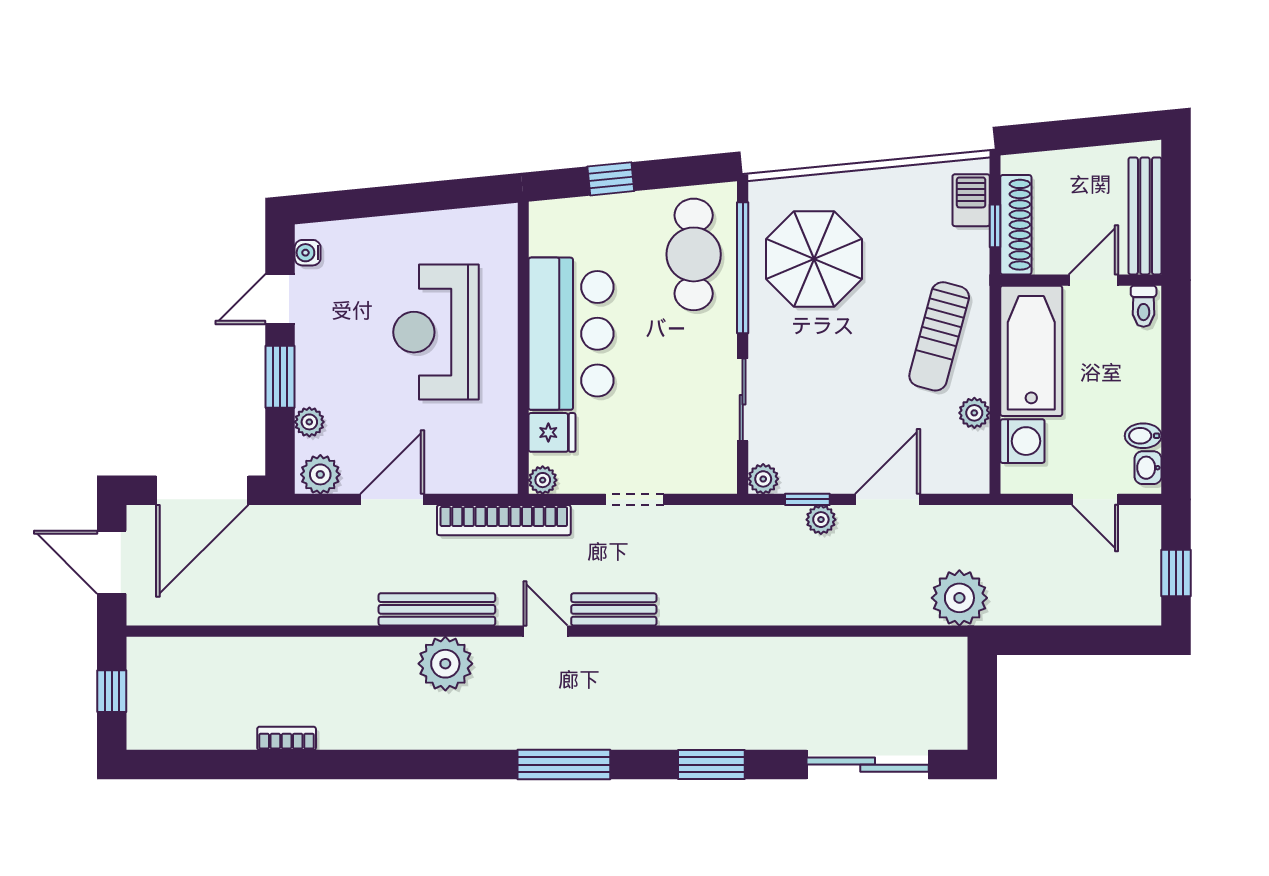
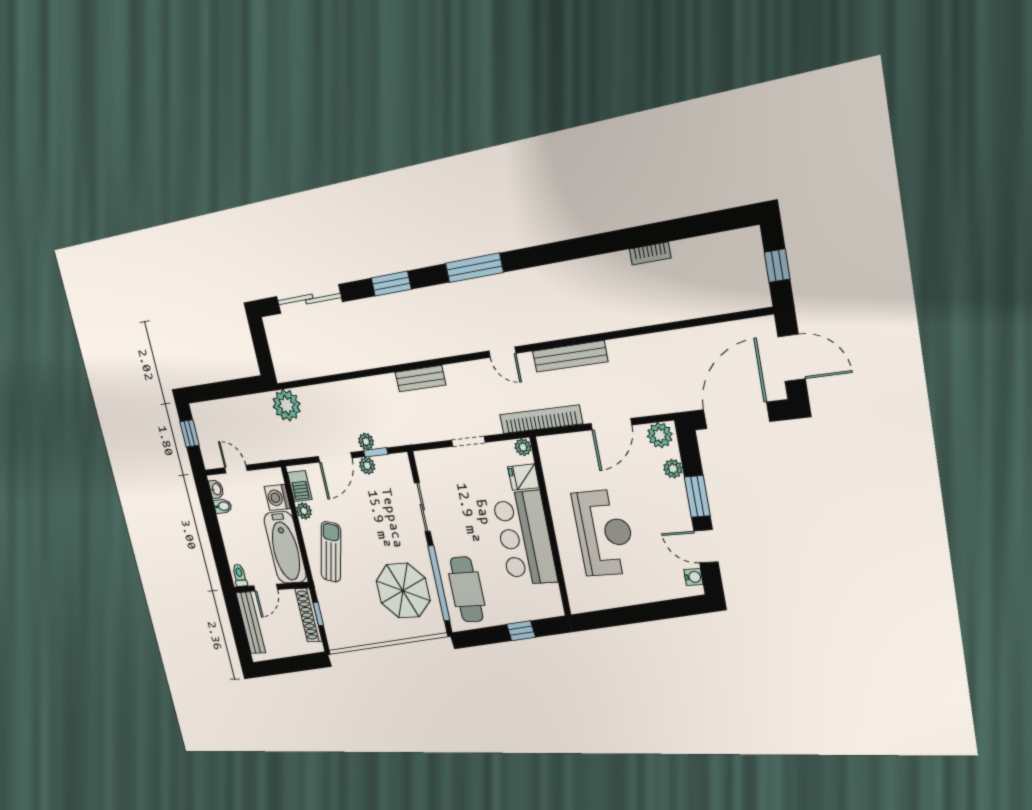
barbecue: (971, 200) -> (300, 486), moved
door: (280, 299) -> (706, 546), swing flipped
plant: (763, 479) -> (367, 466), moved
bench: (614, 609) -> (420, 379), moved
plant: (445, 664) -> (558, 322), removed

